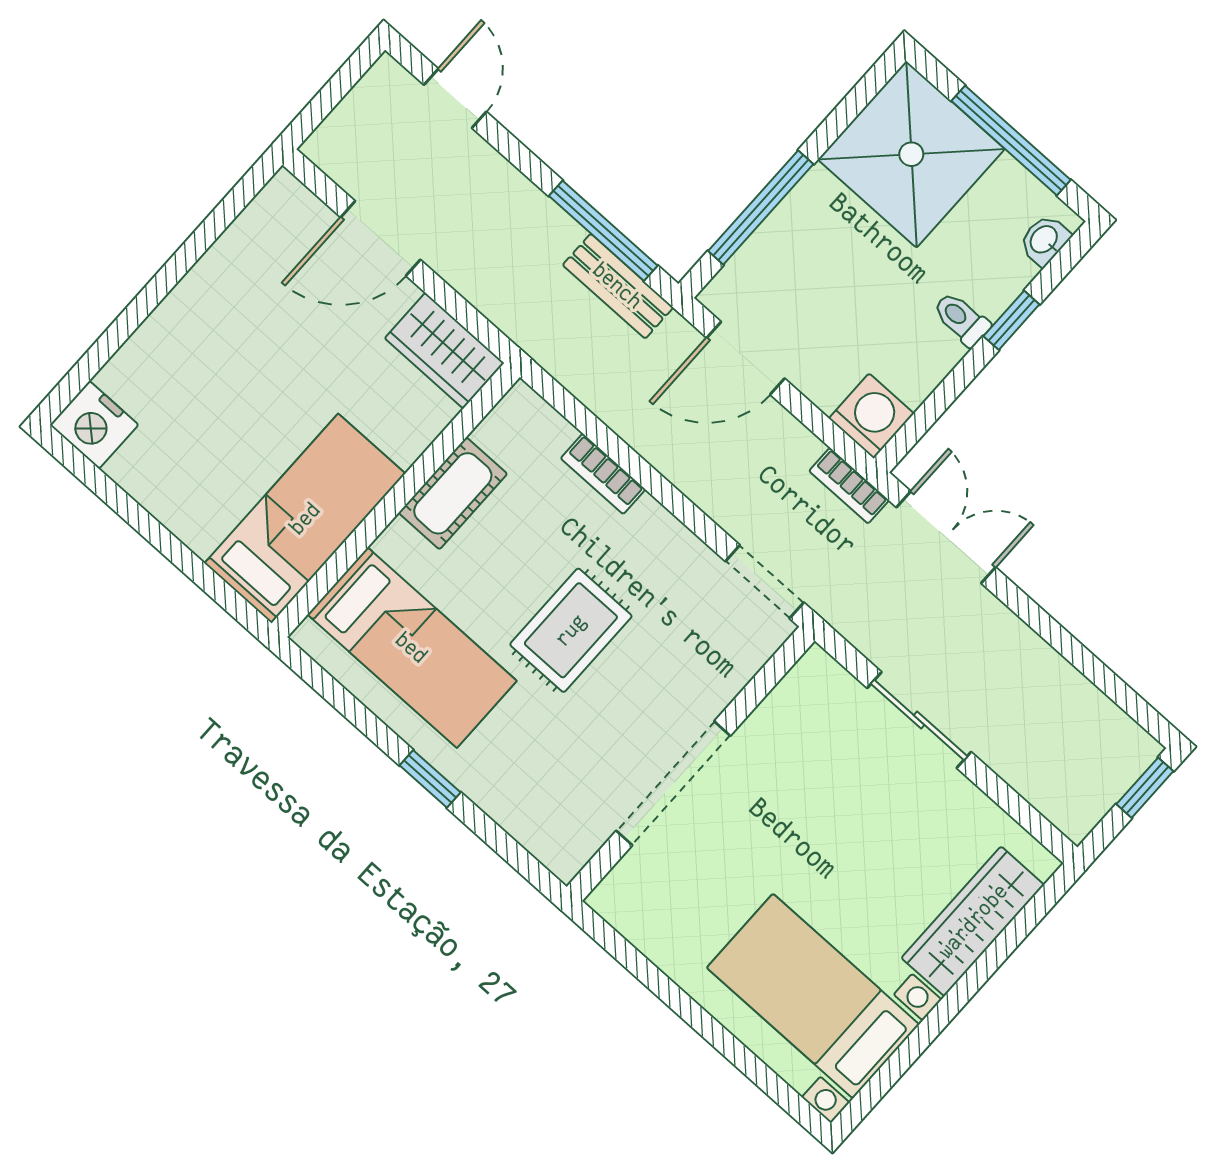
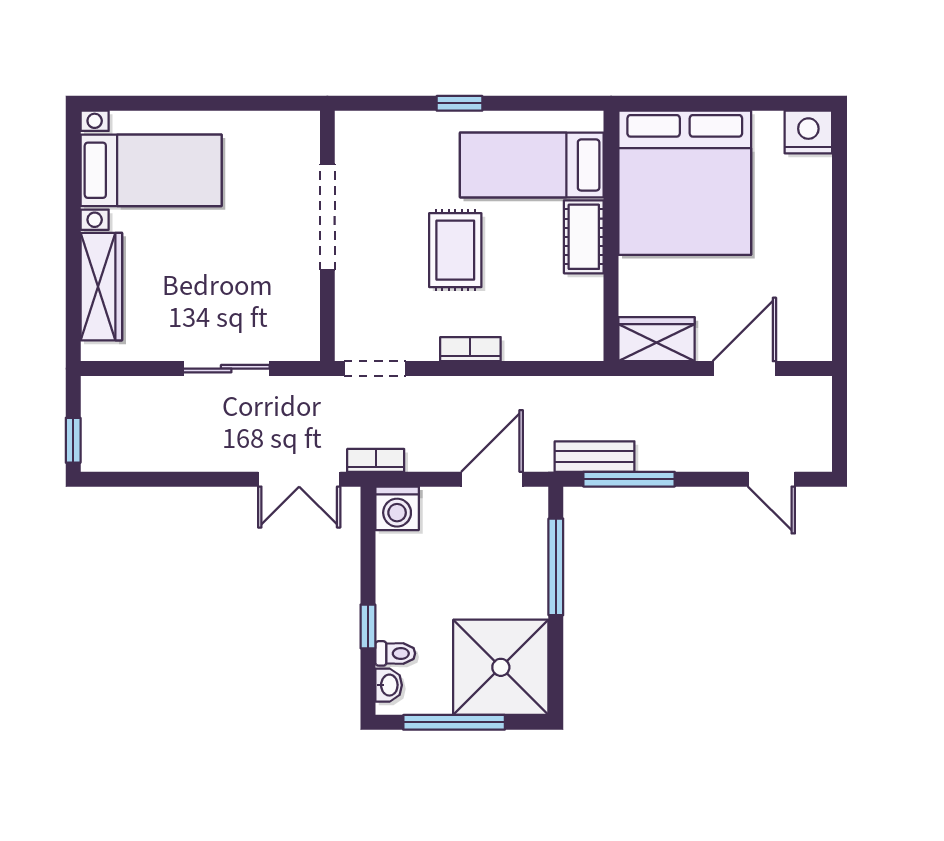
toilet: (961, 319) -> (395, 653), moved
bookcase: (603, 474) -> (470, 349), moved
cot: (453, 493) -> (584, 237), moved
bed: (305, 518) -> (685, 183), width x2.04

